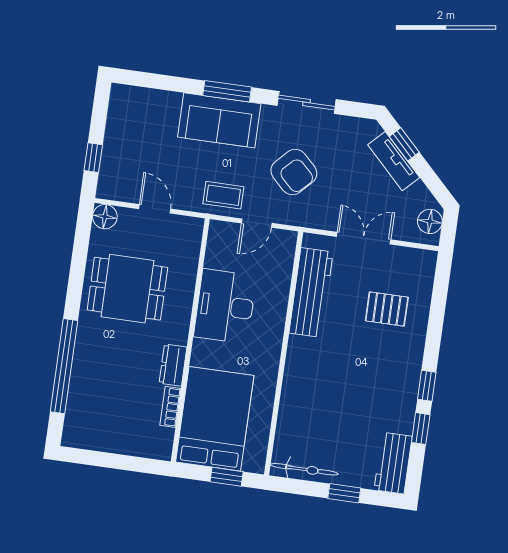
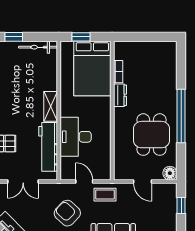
door: (257, 223) -> (84, 182), hinge flipped
dining table: (127, 289) -> (152, 135), turned 90
desk: (225, 306) -> (76, 137), moved, turned 180
shelving: (297, 363) -> (51, 106), added
window: (64, 366) -> (181, 116), moved

